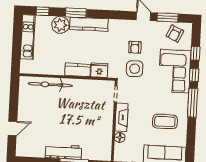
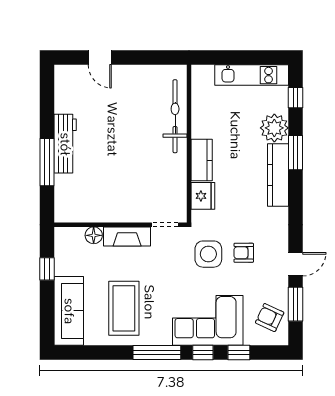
coffee table: (165, 121) -> (124, 308), width x1.36, depth x1.32

